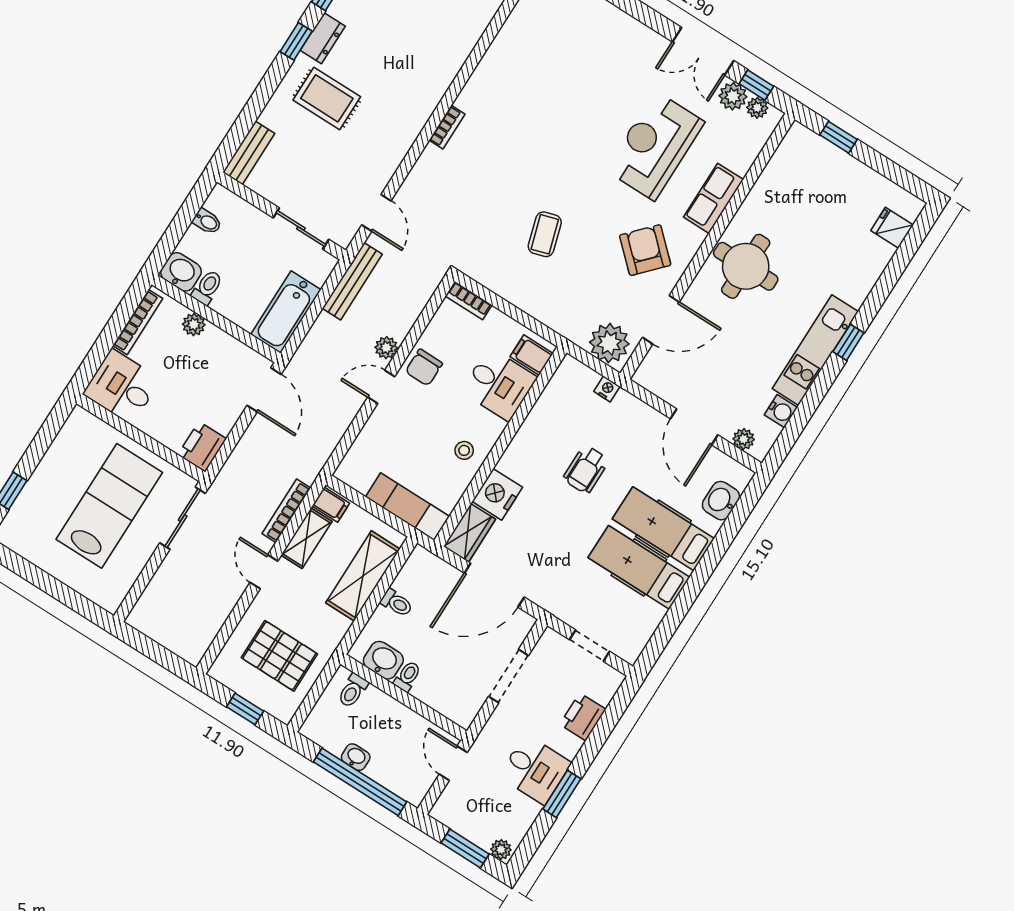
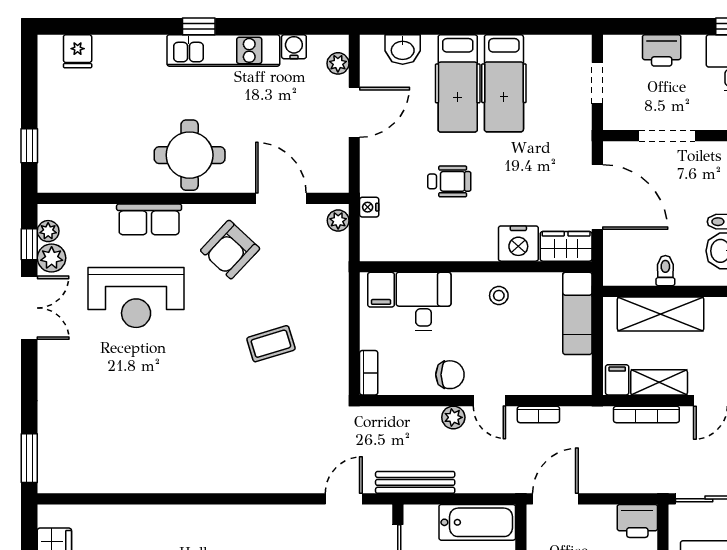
bookcase: (447, 127) -> (538, 414), moved, turned 180
plant: (609, 343) -> (338, 221), width x0.53, depth x0.53

